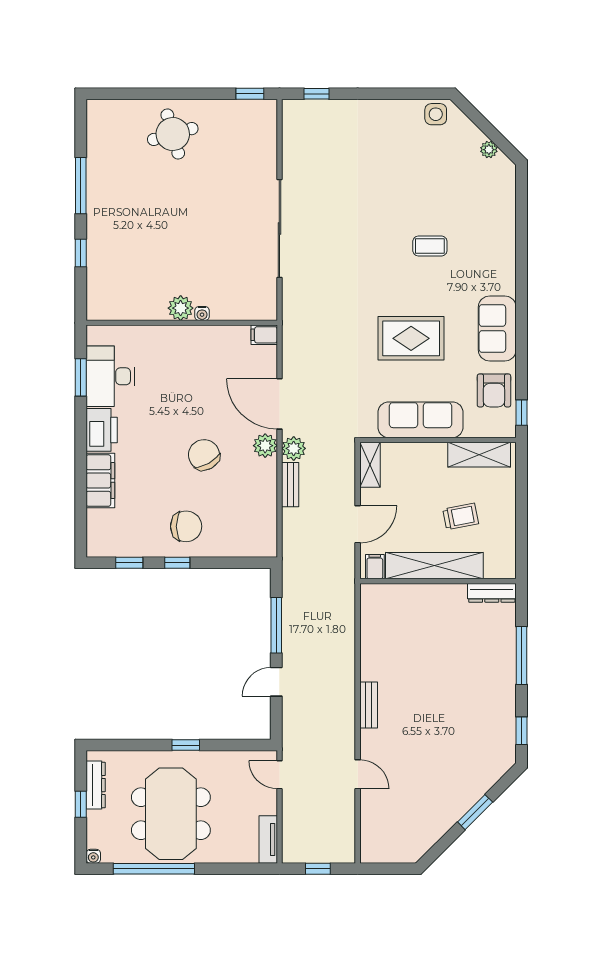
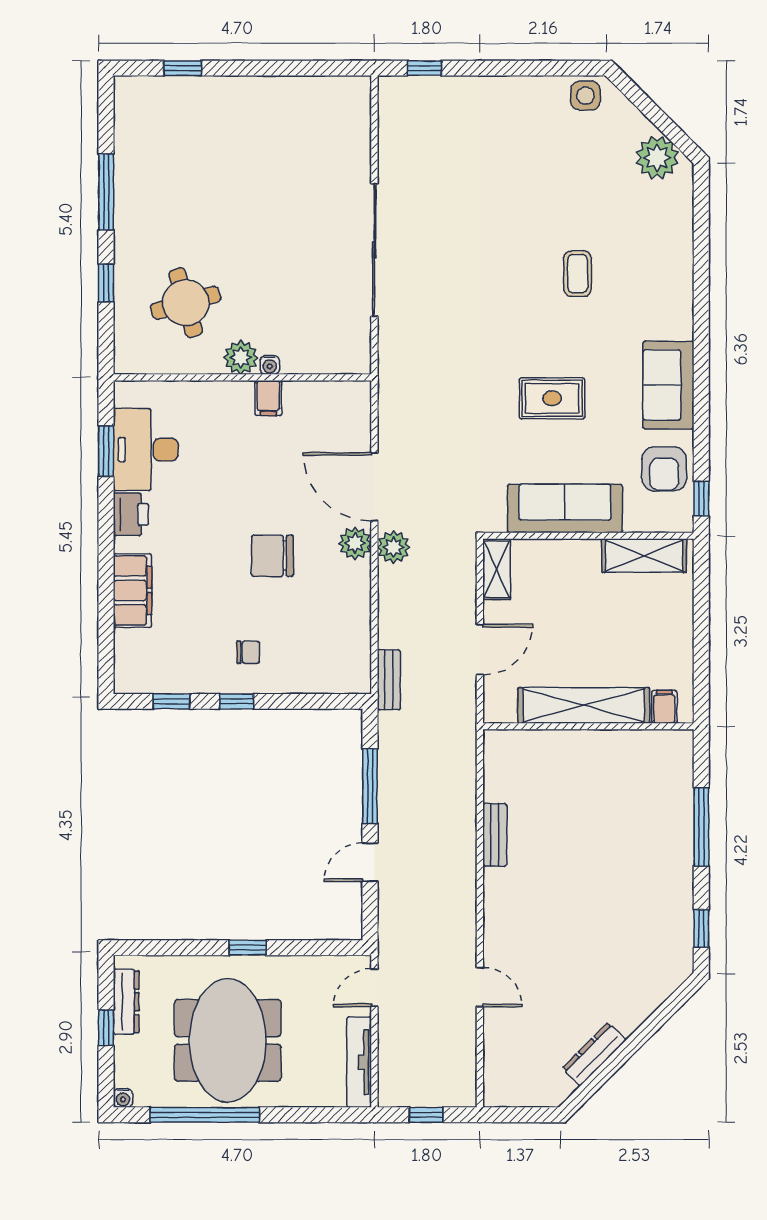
window: (250, 94) -> (183, 68), moved
round table: (173, 134) -> (186, 303), moved
plant: (489, 150) -> (657, 158), width x1.88, depth x1.88
coffee table: (430, 246) -> (578, 274), turned 90
filing cabinet: (264, 335) -> (268, 398), moved, turned -90
rug: (411, 338) -> (552, 398), width x0.73, depth x0.70
printer: (102, 430) -> (131, 514), width x0.73, depth x0.84
chair: (204, 455) -> (272, 556), turned -61
bench: (290, 485) -> (389, 680), moved
trolley: (461, 516) -> (619, 639), removed
chair: (186, 526) -> (248, 652), width x0.54, depth x0.54
filing cabinet: (375, 567) -> (664, 707), moved
dresser: (492, 593) -> (594, 1054), moved, turned 135
bench: (369, 705) -> (495, 835), moved
door: (279, 775) -> (374, 988), hinge flipped
window: (475, 812) -> (639, 1038), removed
tv unit: (268, 840) -> (359, 1062), width x1.41

